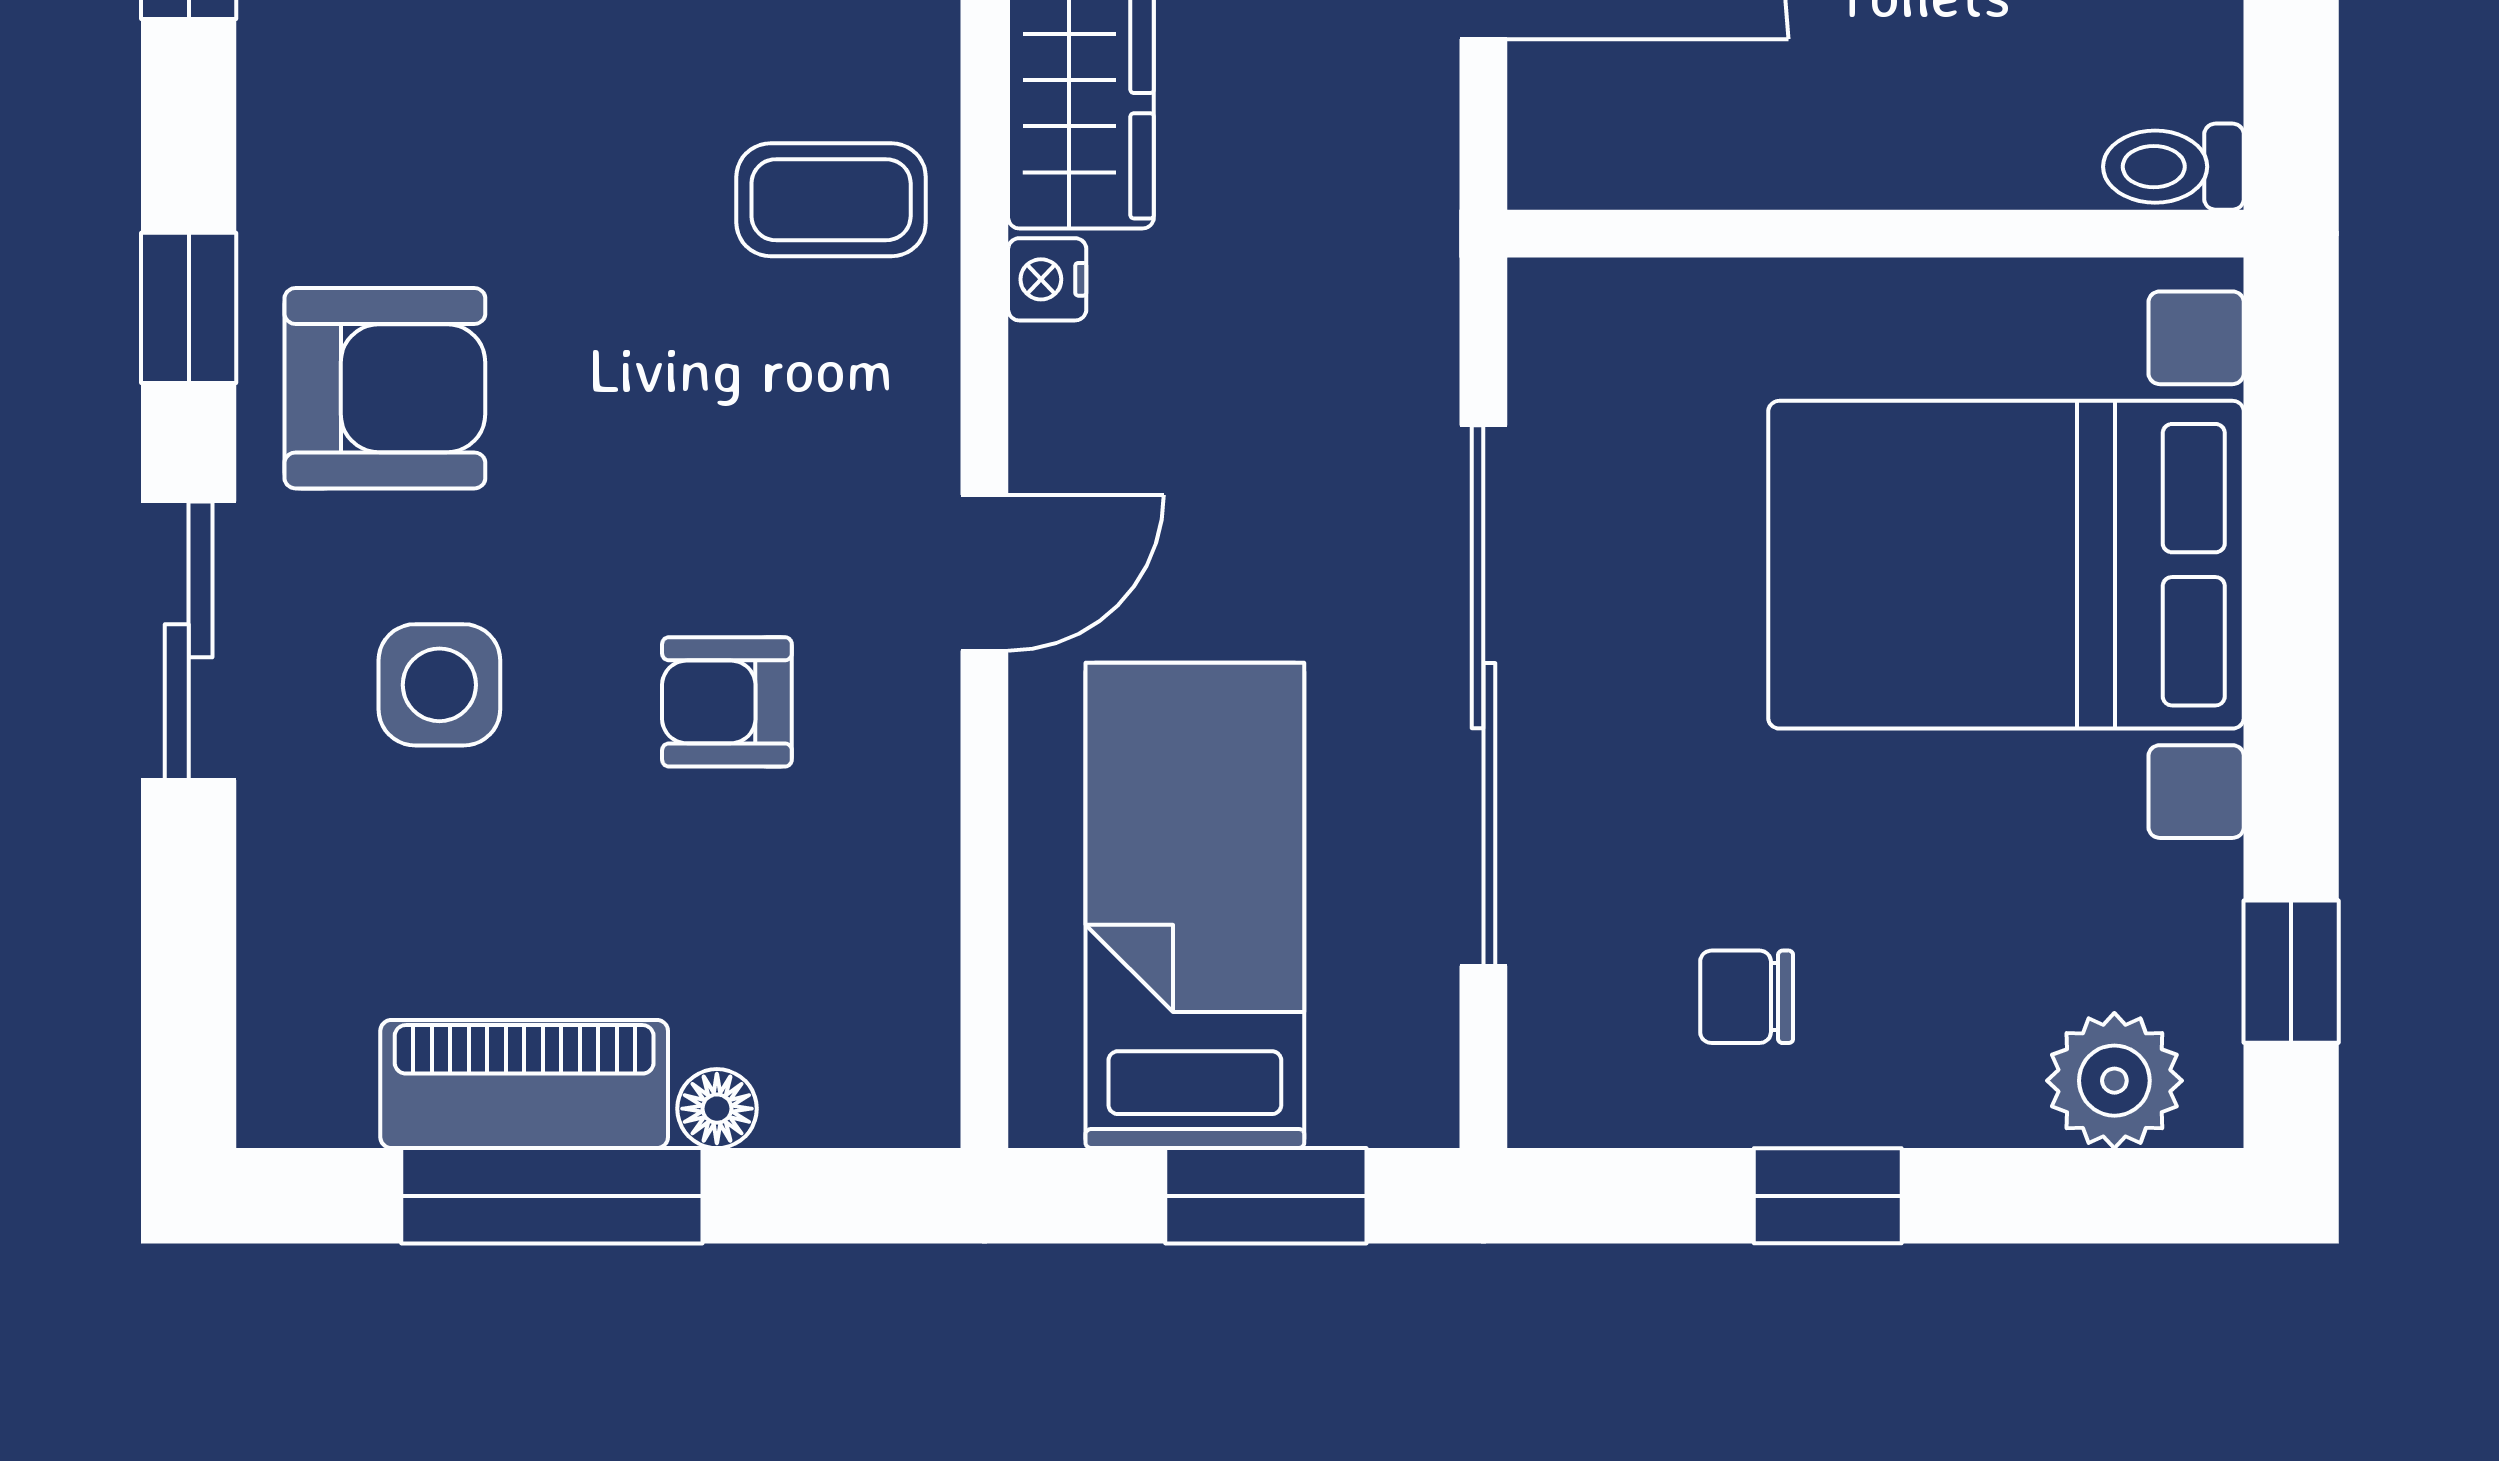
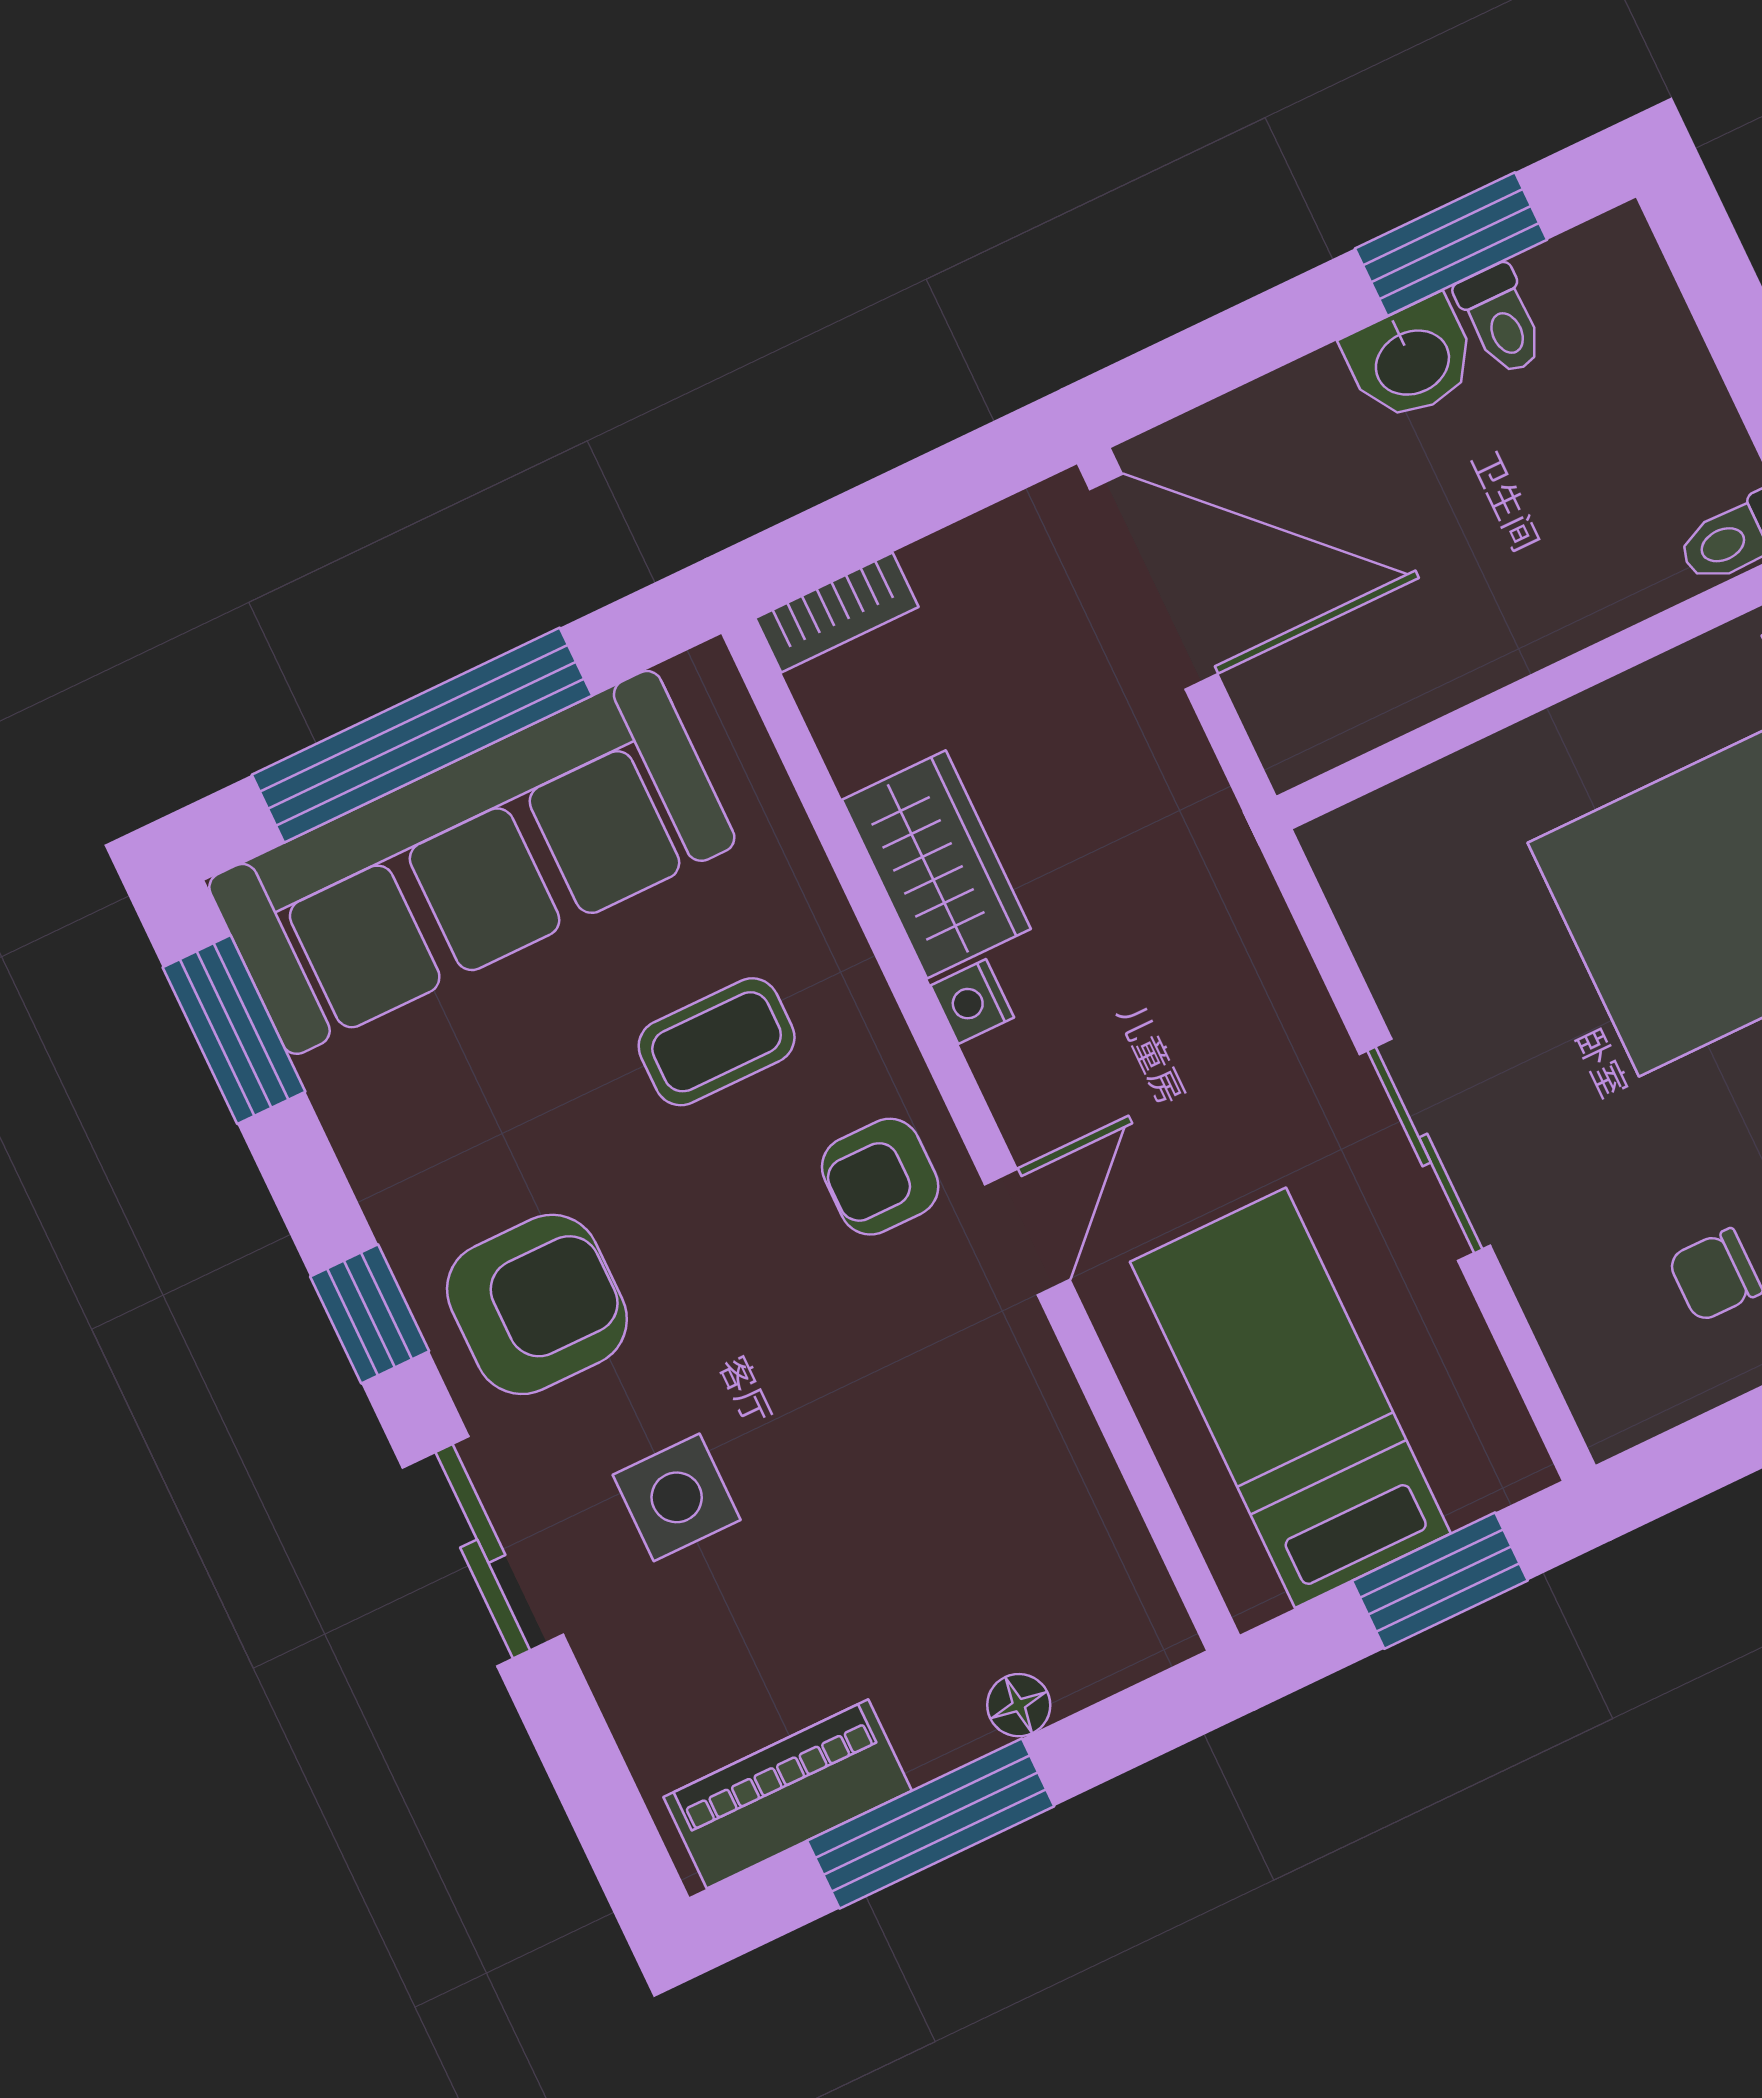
coffee table: (831, 200) -> (717, 1042), moved
sliding door: (1483, 696) -> (1425, 1150), width x0.54
armchair: (727, 702) -> (880, 1177), moved
piano: (524, 1084) -> (788, 1794), moved

